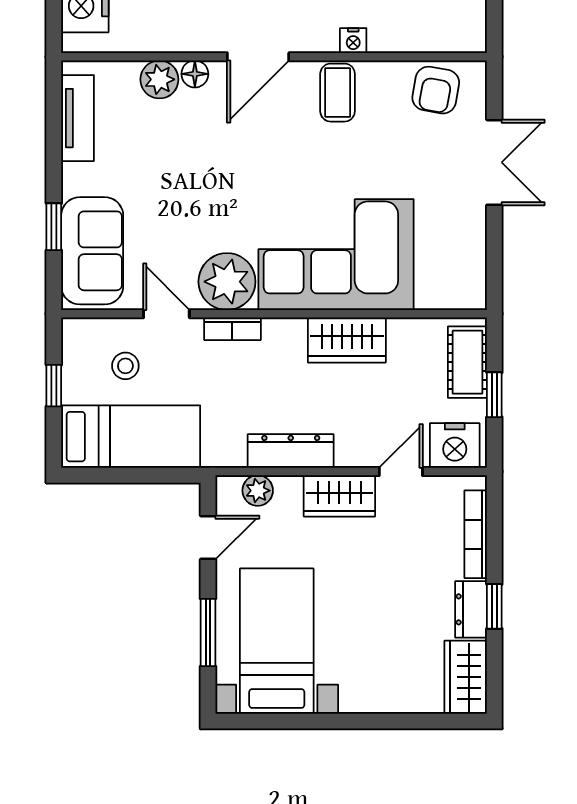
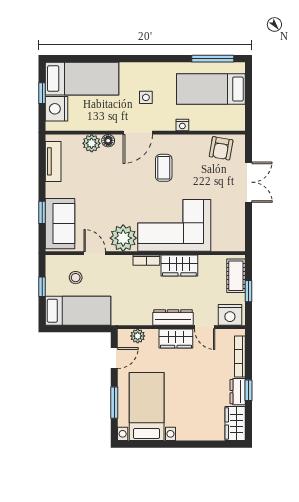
coffee table: (338, 93) -> (164, 168), moved
bookcase: (232, 329) -> (146, 260), moved
dresser: (291, 451) -> (173, 317), moved
door: (401, 472) -> (205, 327), swing flipped

